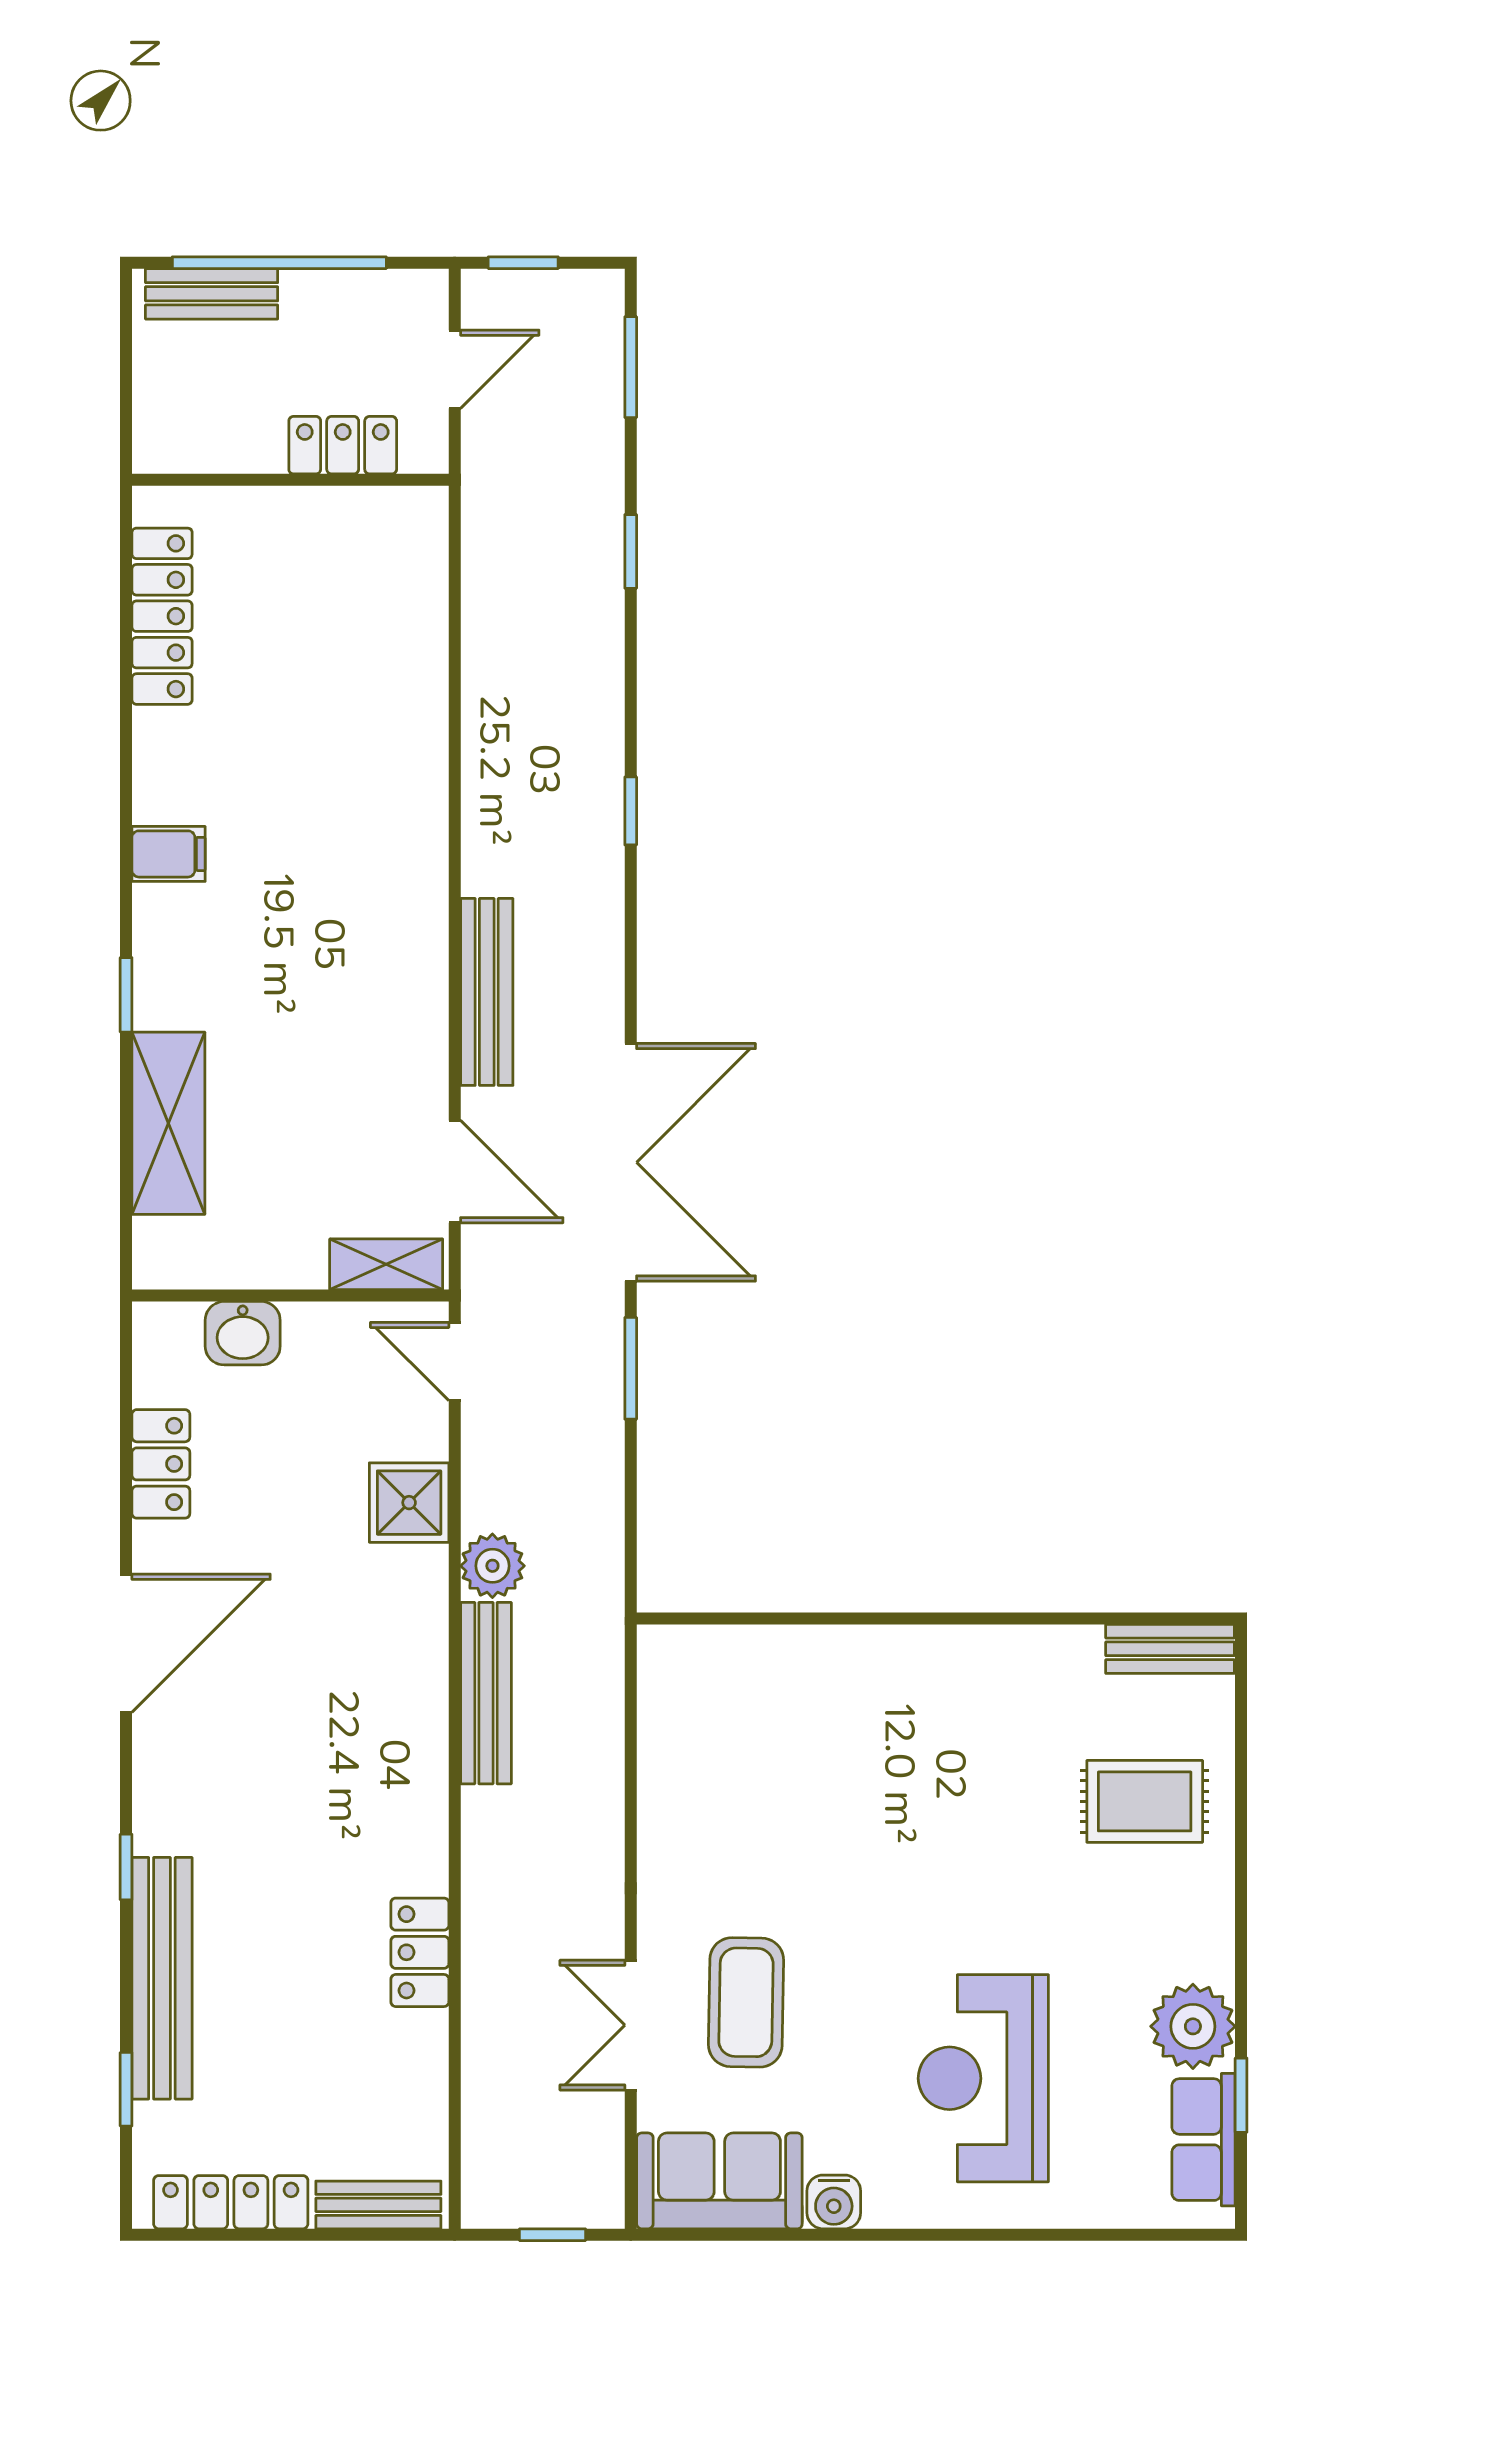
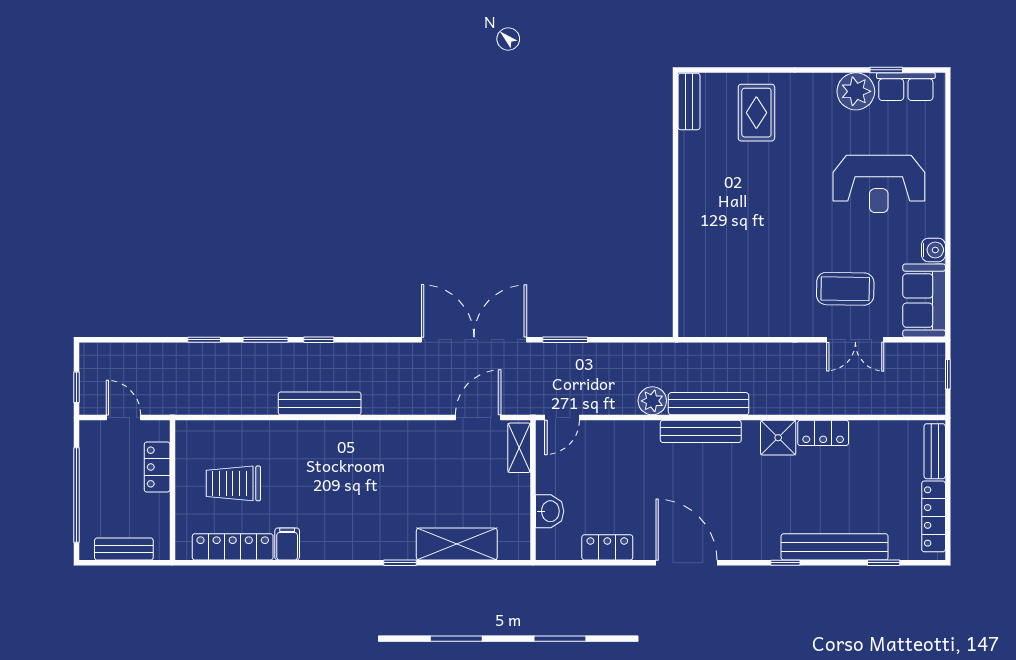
bench: (212, 294) -> (124, 549), moved, turned 90
window: (631, 367) -> (266, 340), moved
trolley: (306, 618) -> (233, 483), added
filing cabinet: (169, 854) -> (287, 544), moved
bench: (487, 992) -> (320, 403), moved
shower: (409, 1503) -> (778, 438), moved
bench: (423, 1676) -> (701, 431), added

